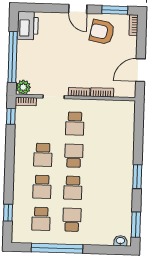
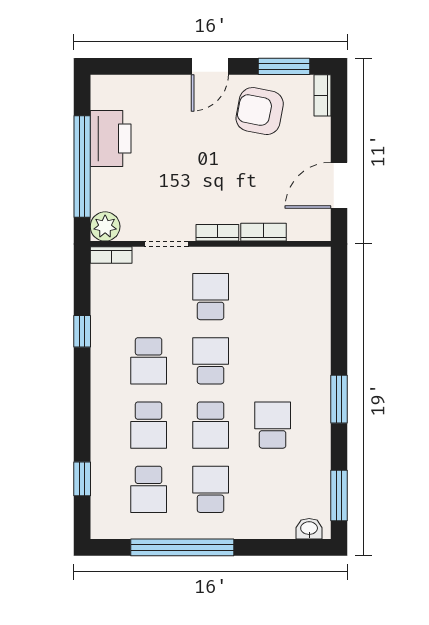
door: (78, 9) -> (210, 66), hinge flipped
printer: (28, 26) -> (111, 139), moved
window: (11, 116) -> (82, 331), moved
school desk: (75, 124) -> (211, 297), turned 180
school desk: (104, 189) -> (273, 425), added

